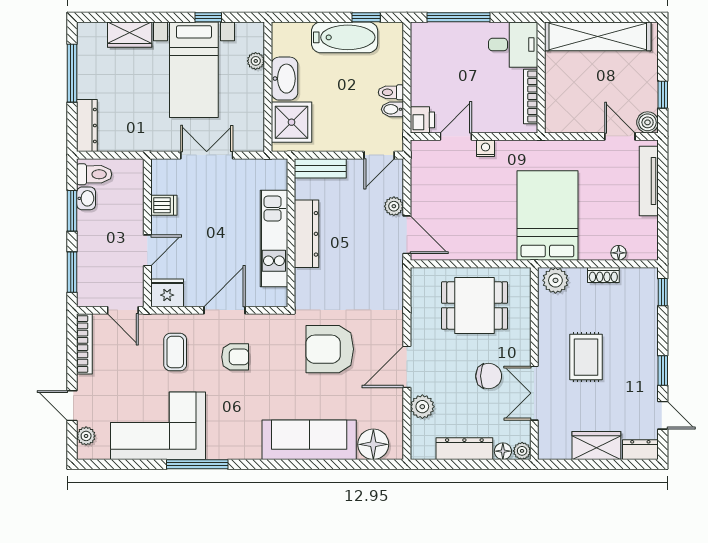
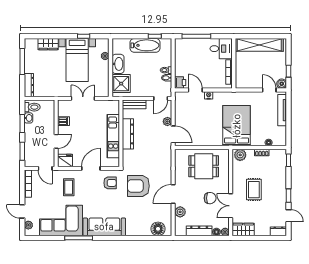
door: (456, 136) -> (195, 90), hinge flipped
armchair: (235, 357) -> (110, 183), moved
sofa: (309, 440) -> (104, 227), moved
wardrobe: (596, 446) -> (243, 229), moved

